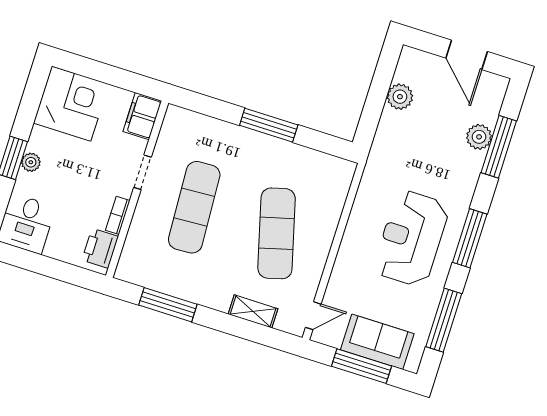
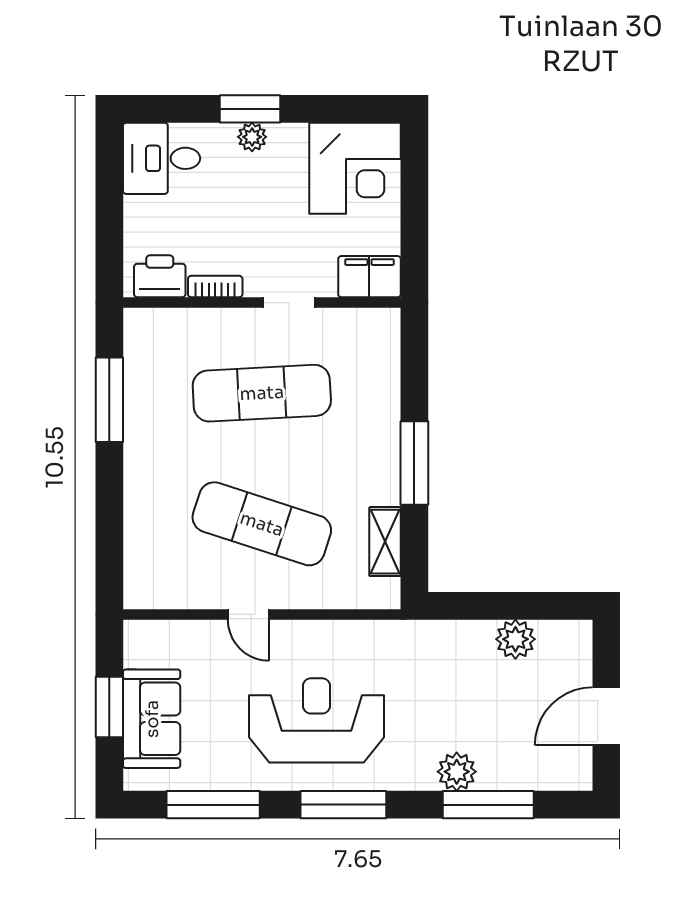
plant: (479, 137) -> (457, 772), moved
exercise mat: (277, 233) -> (262, 524), turned 33
shelving: (253, 311) -> (385, 542), moved
door: (313, 316) -> (248, 614), moved
window: (361, 366) -> (109, 707), width x0.69

